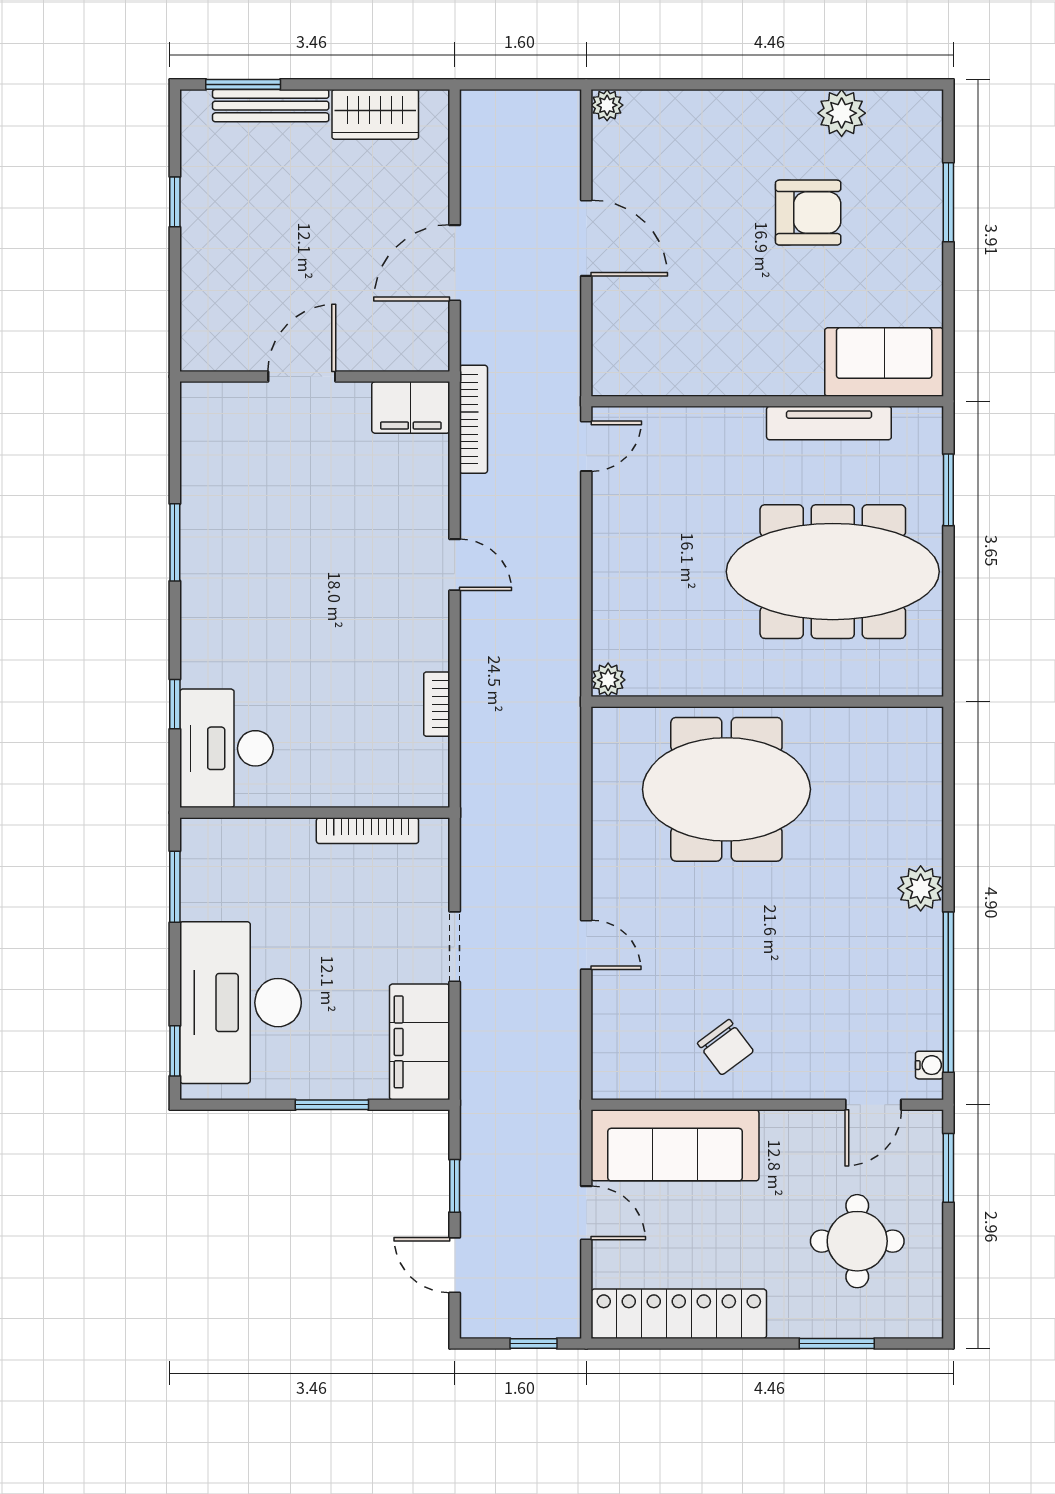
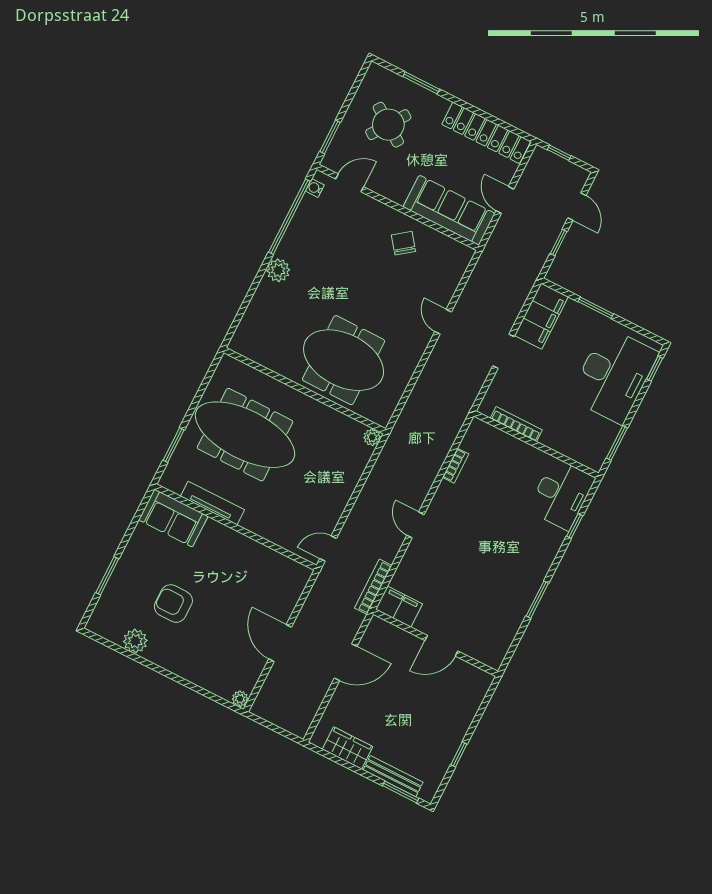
round table: (857, 1241) -> (388, 125), turned 35

